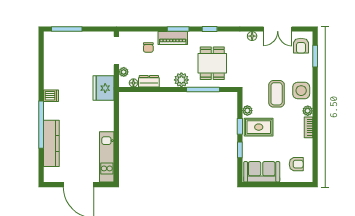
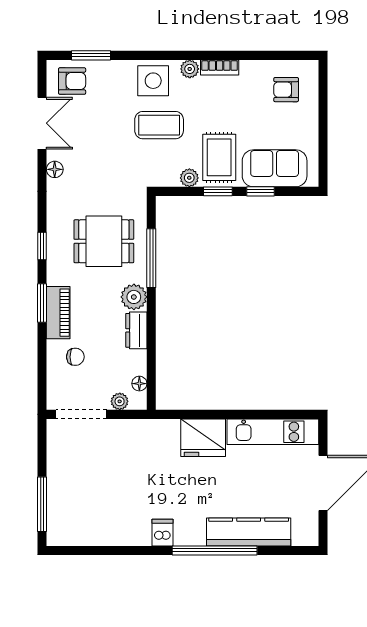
dresser: (149, 81) -> (136, 330), moved
fridge: (104, 88) -> (203, 438), moved
armchair: (296, 164) -> (286, 90), turned -90
sofa: (262, 172) -> (275, 168), moved, turned 90

